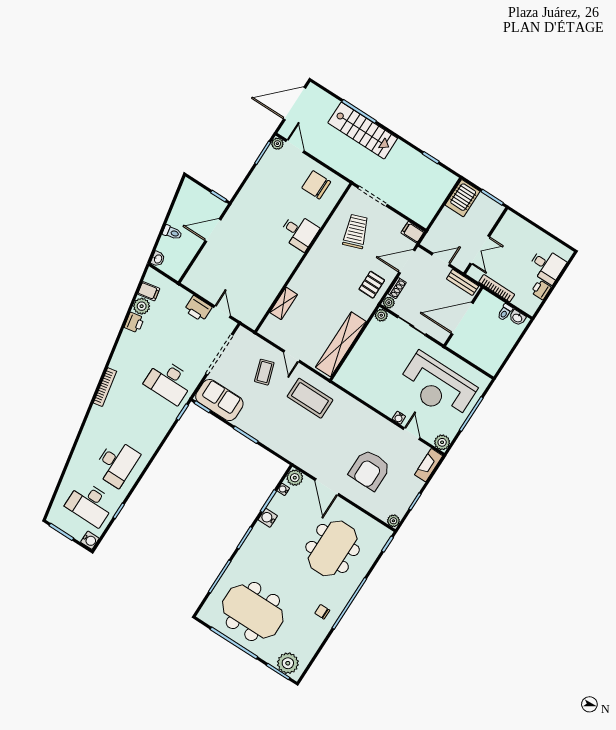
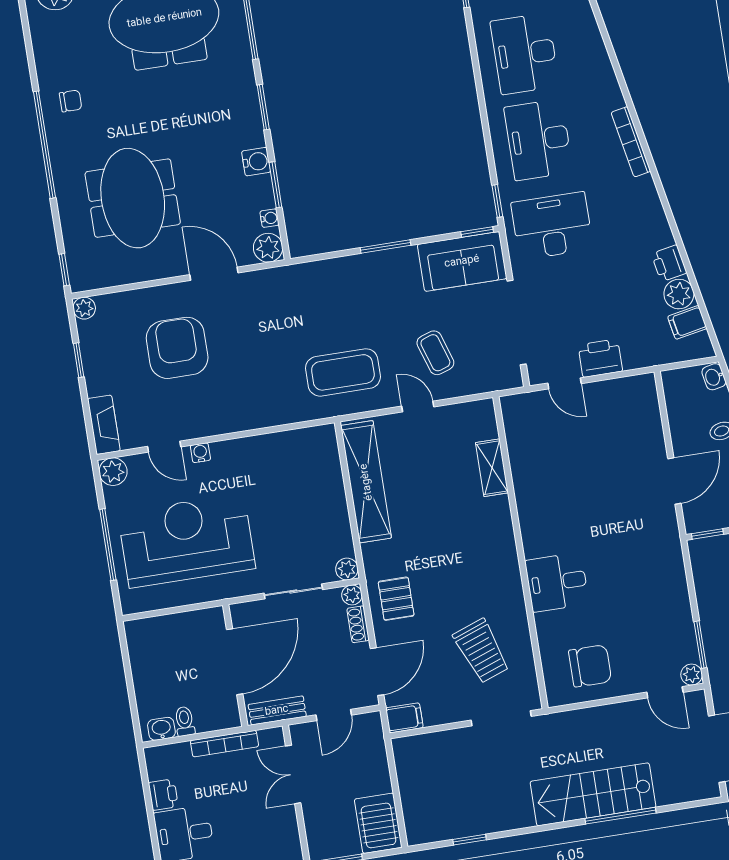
desk: (143, 422) -> (538, 140), added

